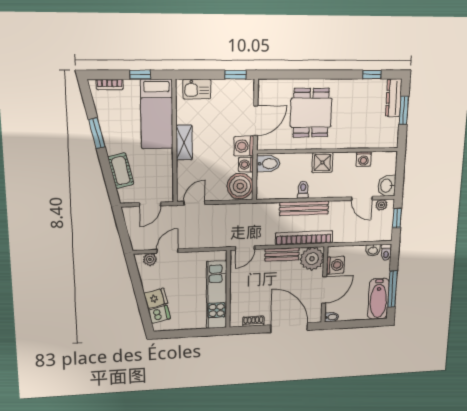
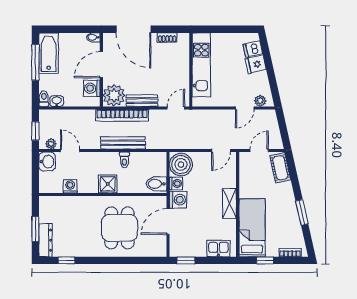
cot: (121, 171) -> (280, 168), moved

